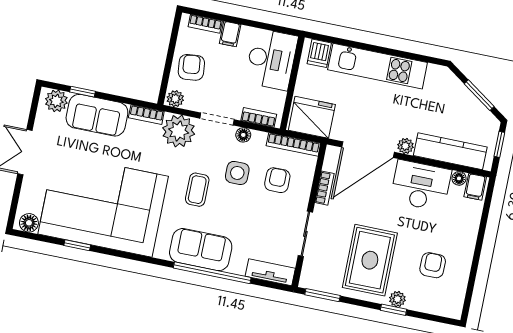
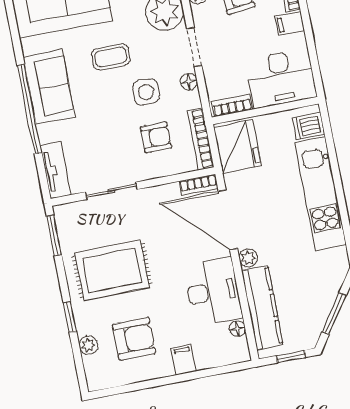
bookcase: (259, 117) -> (232, 106), moved, turned -90
filing cabinet: (475, 187) -> (183, 360), moved, turned 90
bookcase: (325, 188) -> (198, 185), moved
armchair: (433, 265) -> (134, 339), width x1.38, depth x1.38
plant: (397, 299) -> (88, 345), moved

